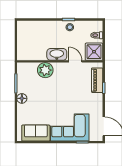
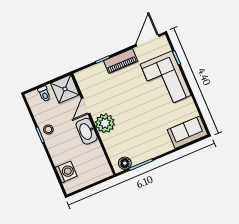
washing machine: (34, 27) -> (66, 172), added
plant: (45, 70) -> (105, 123), moved
piano: (97, 80) -> (121, 61), moved
floor lamp: (22, 98) -> (125, 163), moved
sofa: (36, 133) -> (187, 132), moved, turned 90

